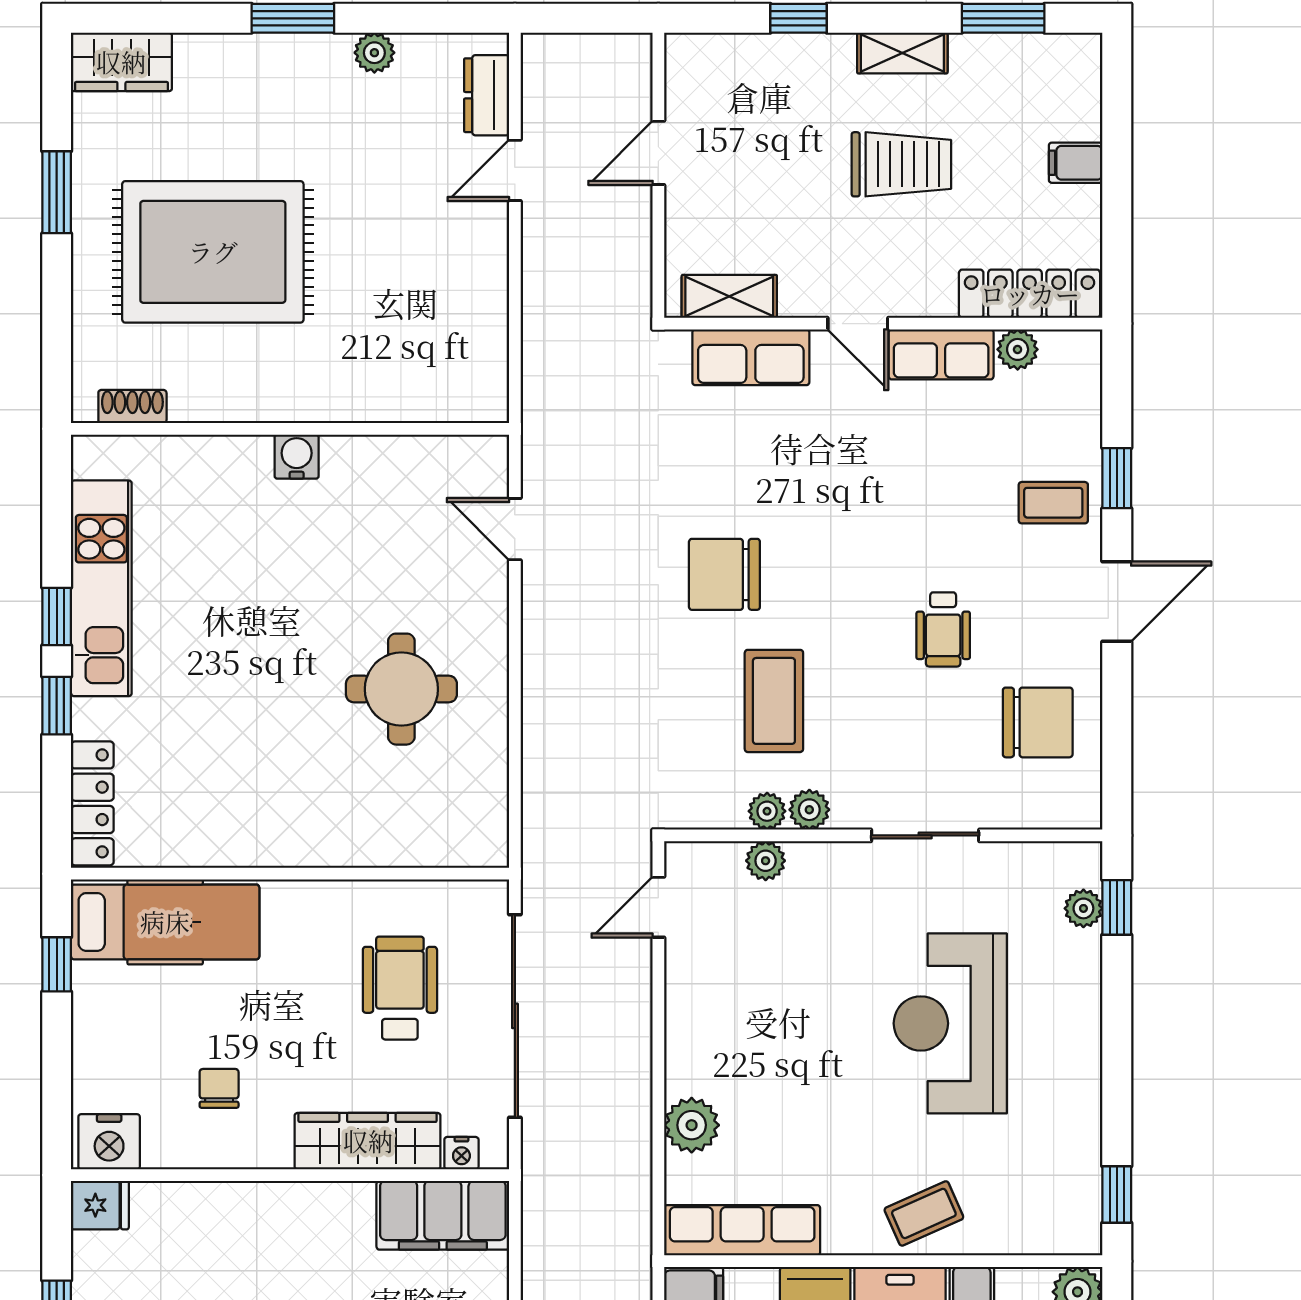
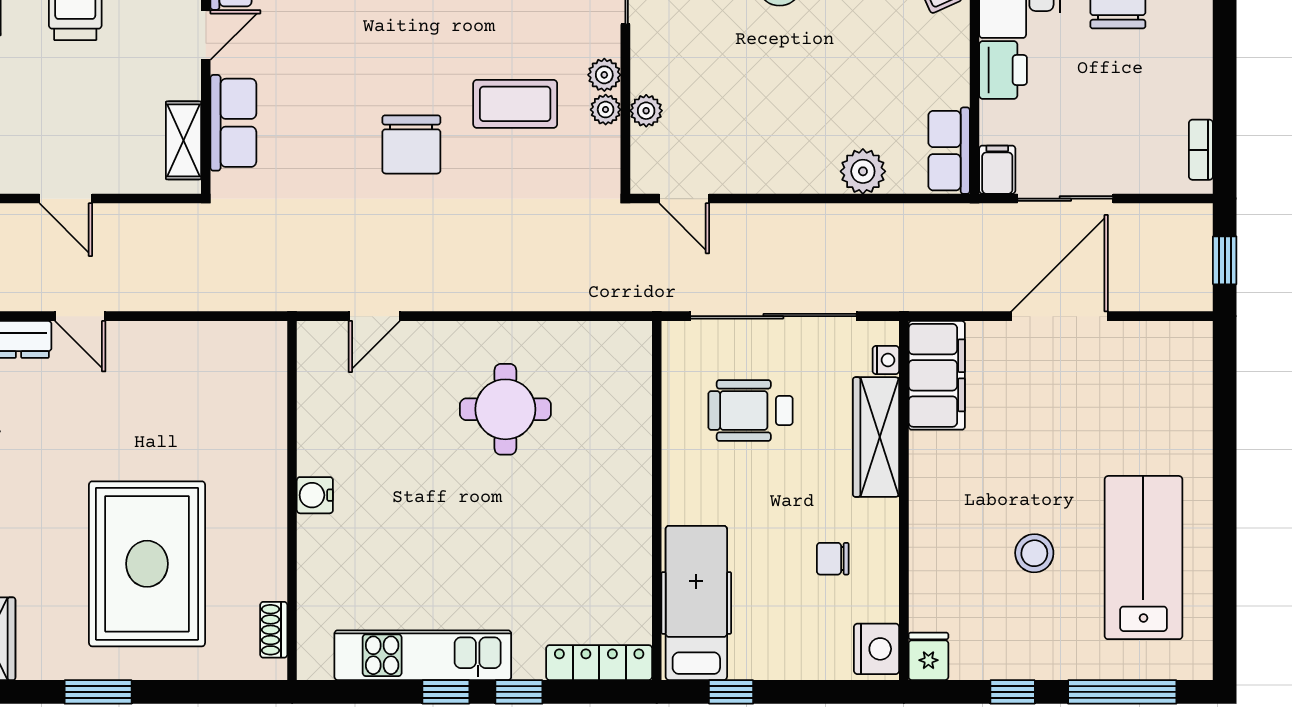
row of seats: (742, 1230) -> (949, 151), width x0.68

